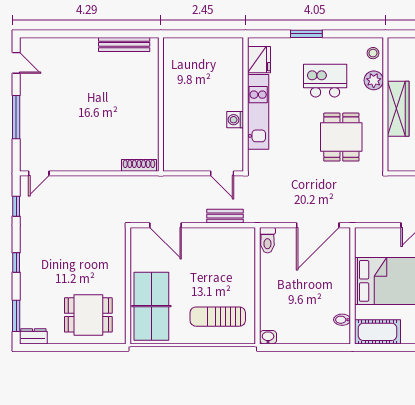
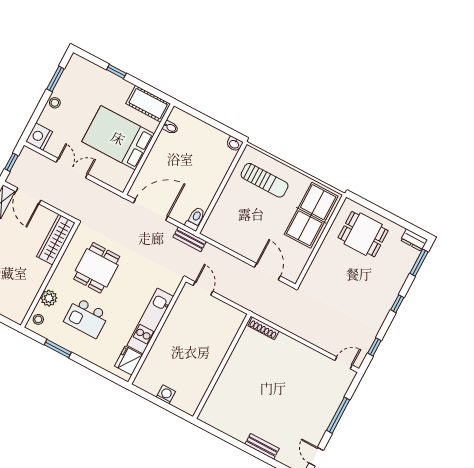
window: (306, 34) -> (58, 349), moved
bench: (124, 44) -> (262, 446), moved, width x0.73
wardrobe: (398, 109) -> (56, 240), moved
washing machine: (235, 120) -> (166, 394), moved, turned -90
bench: (225, 216) -> (190, 239), moved

